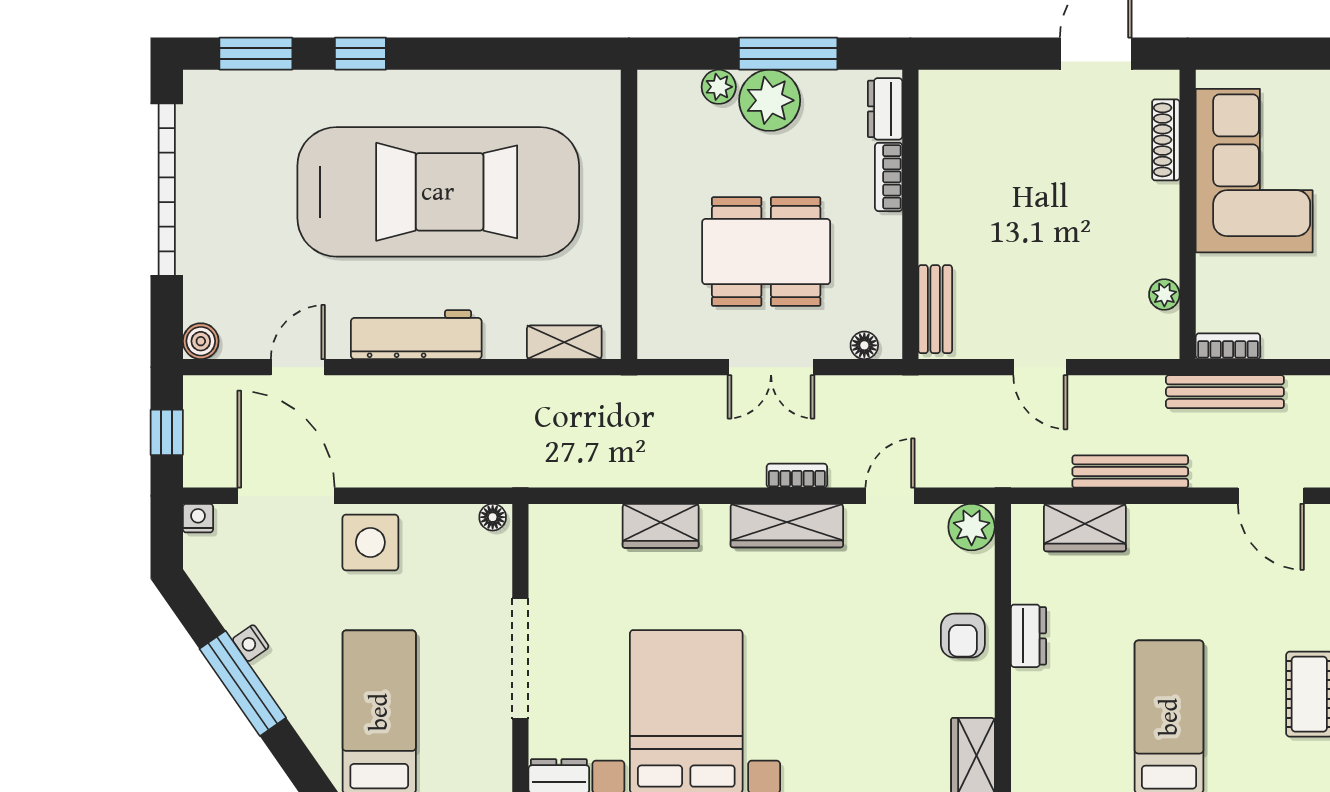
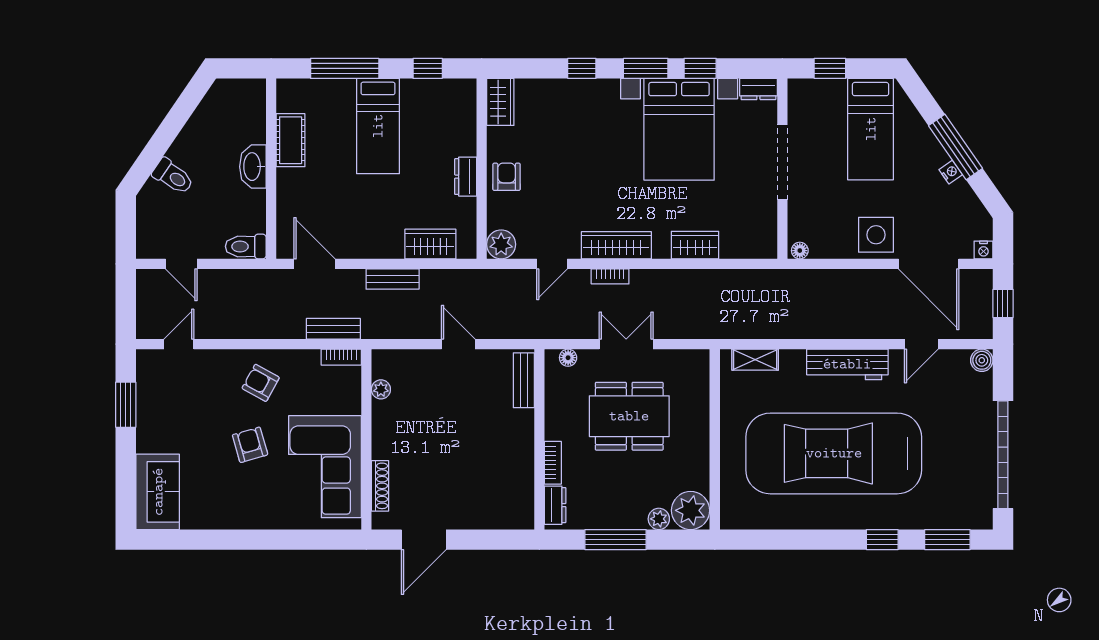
plant: (770, 100) -> (691, 510), moved
bench: (1225, 392) -> (333, 329), width x0.73
bench: (1130, 472) -> (393, 279), width x0.73

